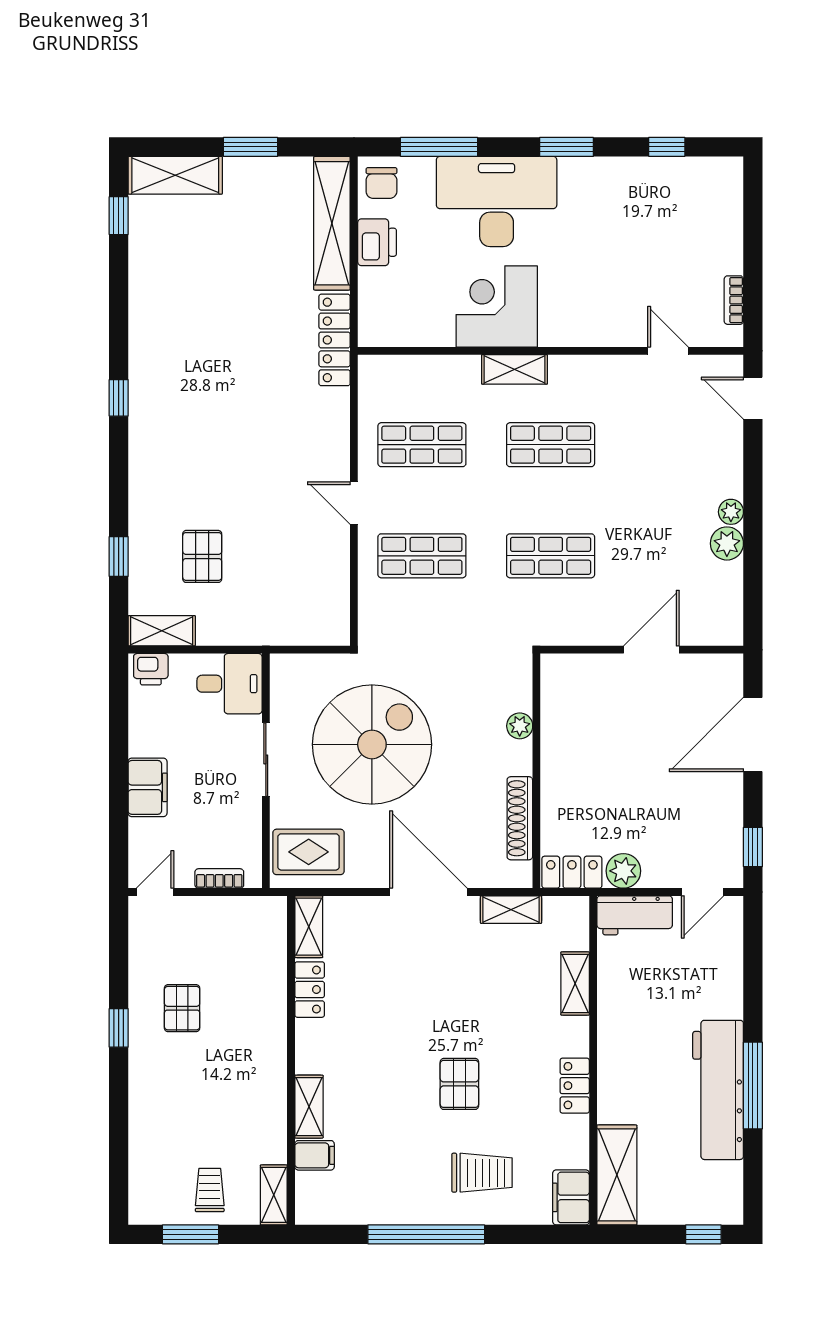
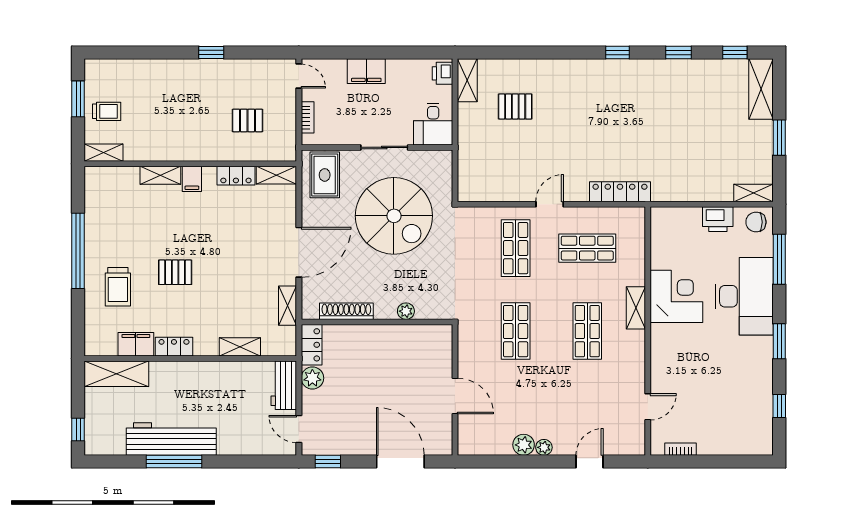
shelving: (332, 223) -> (754, 193), width x0.45, depth x0.75
locker: (335, 340) -> (620, 192), moved
door: (753, 398) -> (590, 462), moved
shop shelf: (422, 445) -> (587, 248), turned 90
window: (119, 557) -> (679, 53), moved
pallet: (182, 1008) -> (247, 120), moved
filing cabinet: (315, 1155) -> (192, 179), moved
filing cabinet: (571, 1197) -> (136, 344), moved

